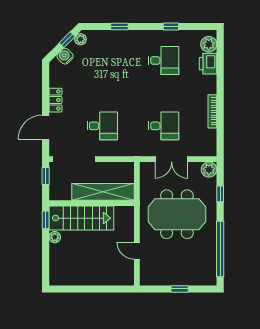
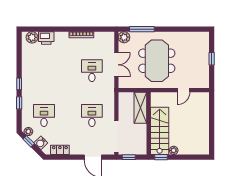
window: (171, 27) -> (19, 84), moved
desk: (163, 61) -> (44, 116), moved
locker: (55, 100) -> (60, 150), moved
shelving: (103, 192) -> (140, 108), width x0.68
window: (220, 194) -> (142, 29), width x2.17
window: (220, 249) -> (182, 29), removed

